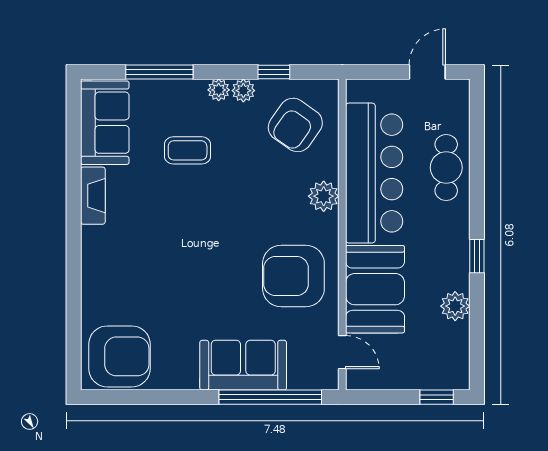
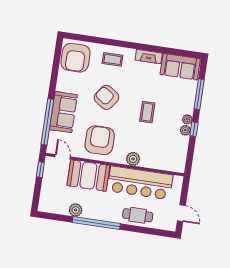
window: (274, 72) -> (194, 129), moved
armchair: (295, 125) -> (107, 97), moved
coffee table: (188, 150) -> (147, 112), moved
window: (477, 256) -> (96, 223), width x3.17
coffee table: (111, 274) -> (113, 59), added
door: (342, 352) -> (63, 157), swing flipped
window: (437, 397) -> (40, 170), moved

